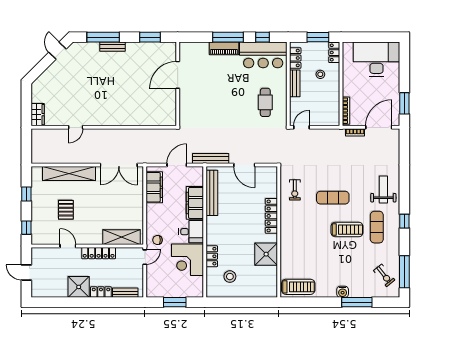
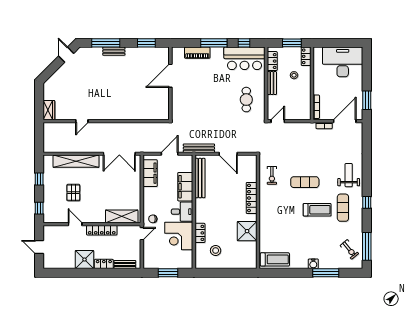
piano: (224, 48) -> (197, 53), moved

